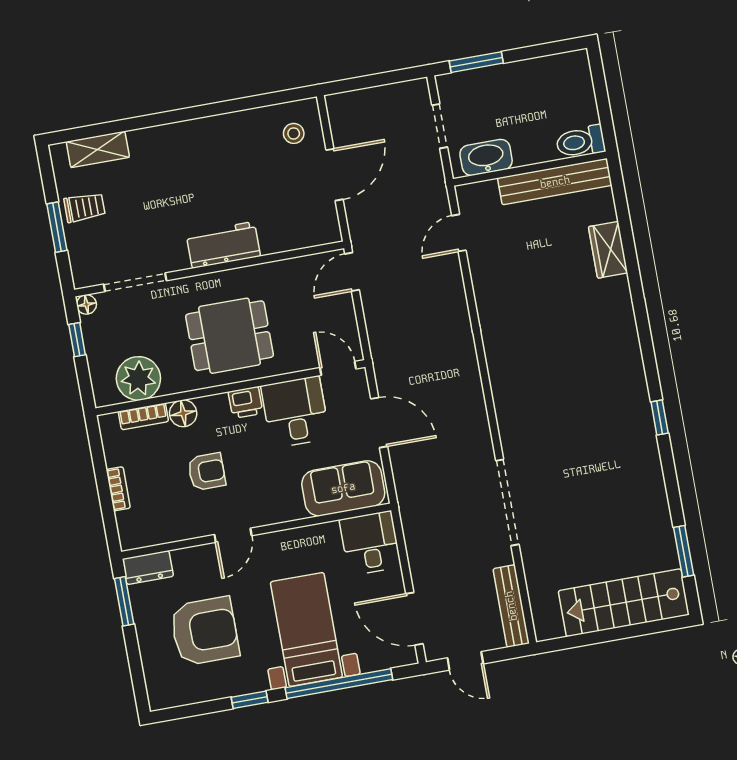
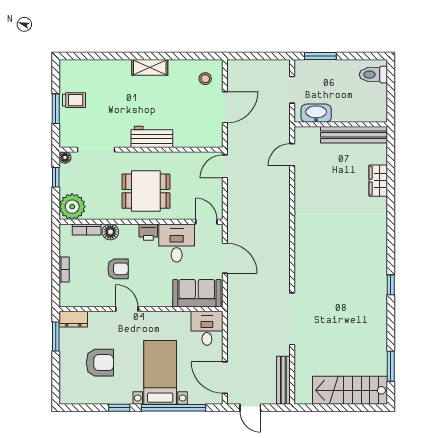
toilet: (580, 142) -> (373, 75), moved
shelving: (98, 149) -> (150, 67), moved
plant: (138, 378) -> (72, 207), moved
door: (233, 535) -> (127, 309), swing flipped
armchair: (205, 631) -> (100, 363), width x0.73, depth x0.73

